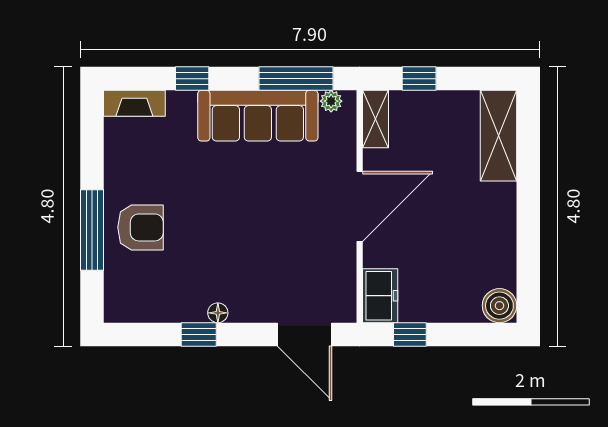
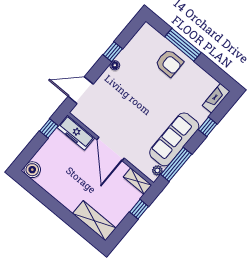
armchair: (140, 227) -> (169, 63), turned -90
freezer: (380, 296) -> (76, 133), width x1.40

